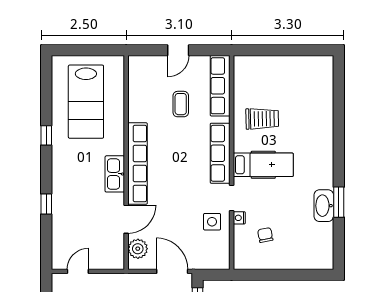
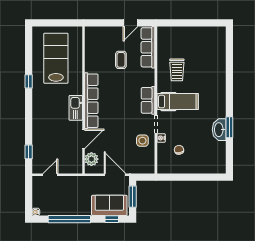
door: (178, 50) -> (131, 23), moved
lab bench: (86, 102) -> (56, 58), turned 180
trolley: (262, 119) -> (177, 70), turned 91
row of seats: (220, 153) -> (148, 100), width x0.68
window: (46, 204) -> (29, 152), moved

